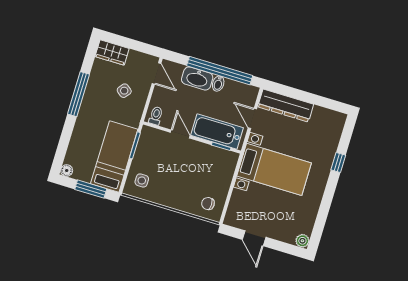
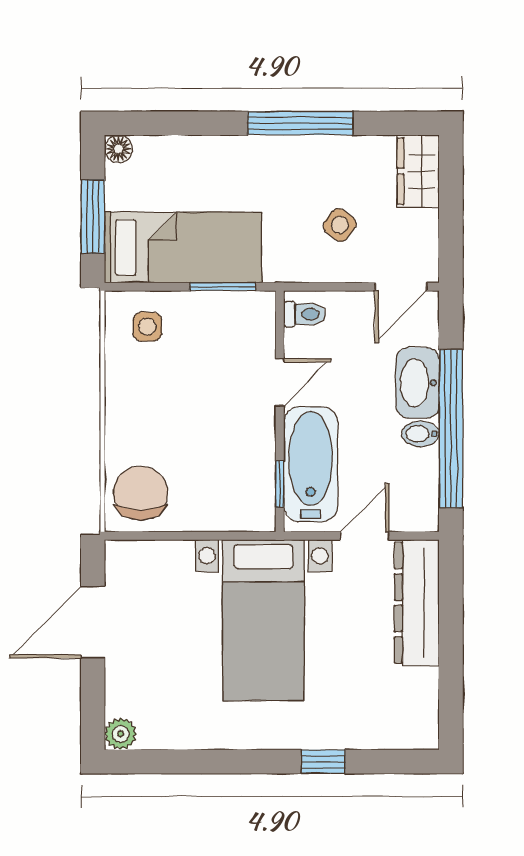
chair: (208, 204) -> (140, 493), width x1.87, depth x1.87
door: (254, 238) -> (93, 622), width x1.38

